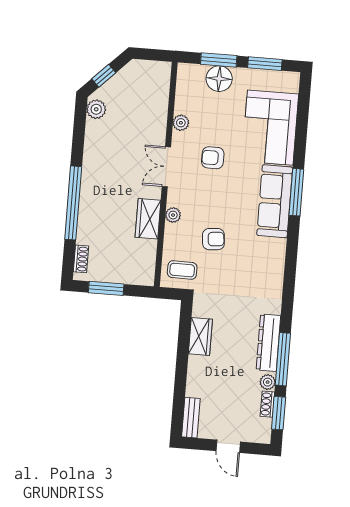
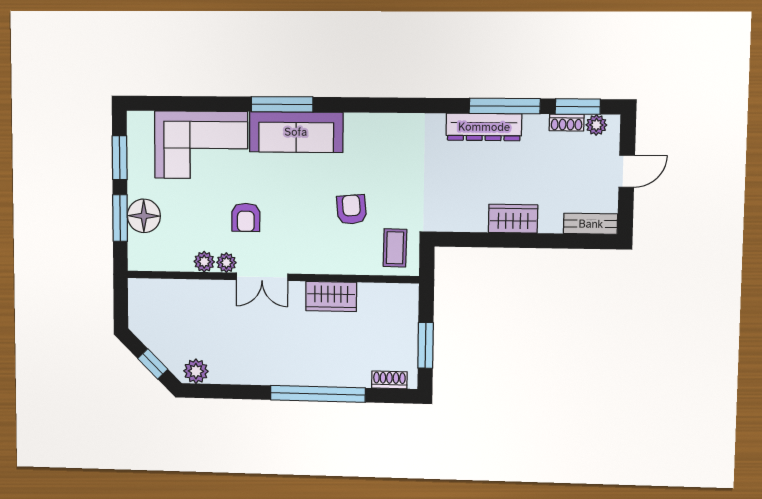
plant: (173, 215) -> (226, 263), moved
wardrobe: (200, 337) -> (513, 219), moved
plant: (268, 382) -> (596, 125), moved

